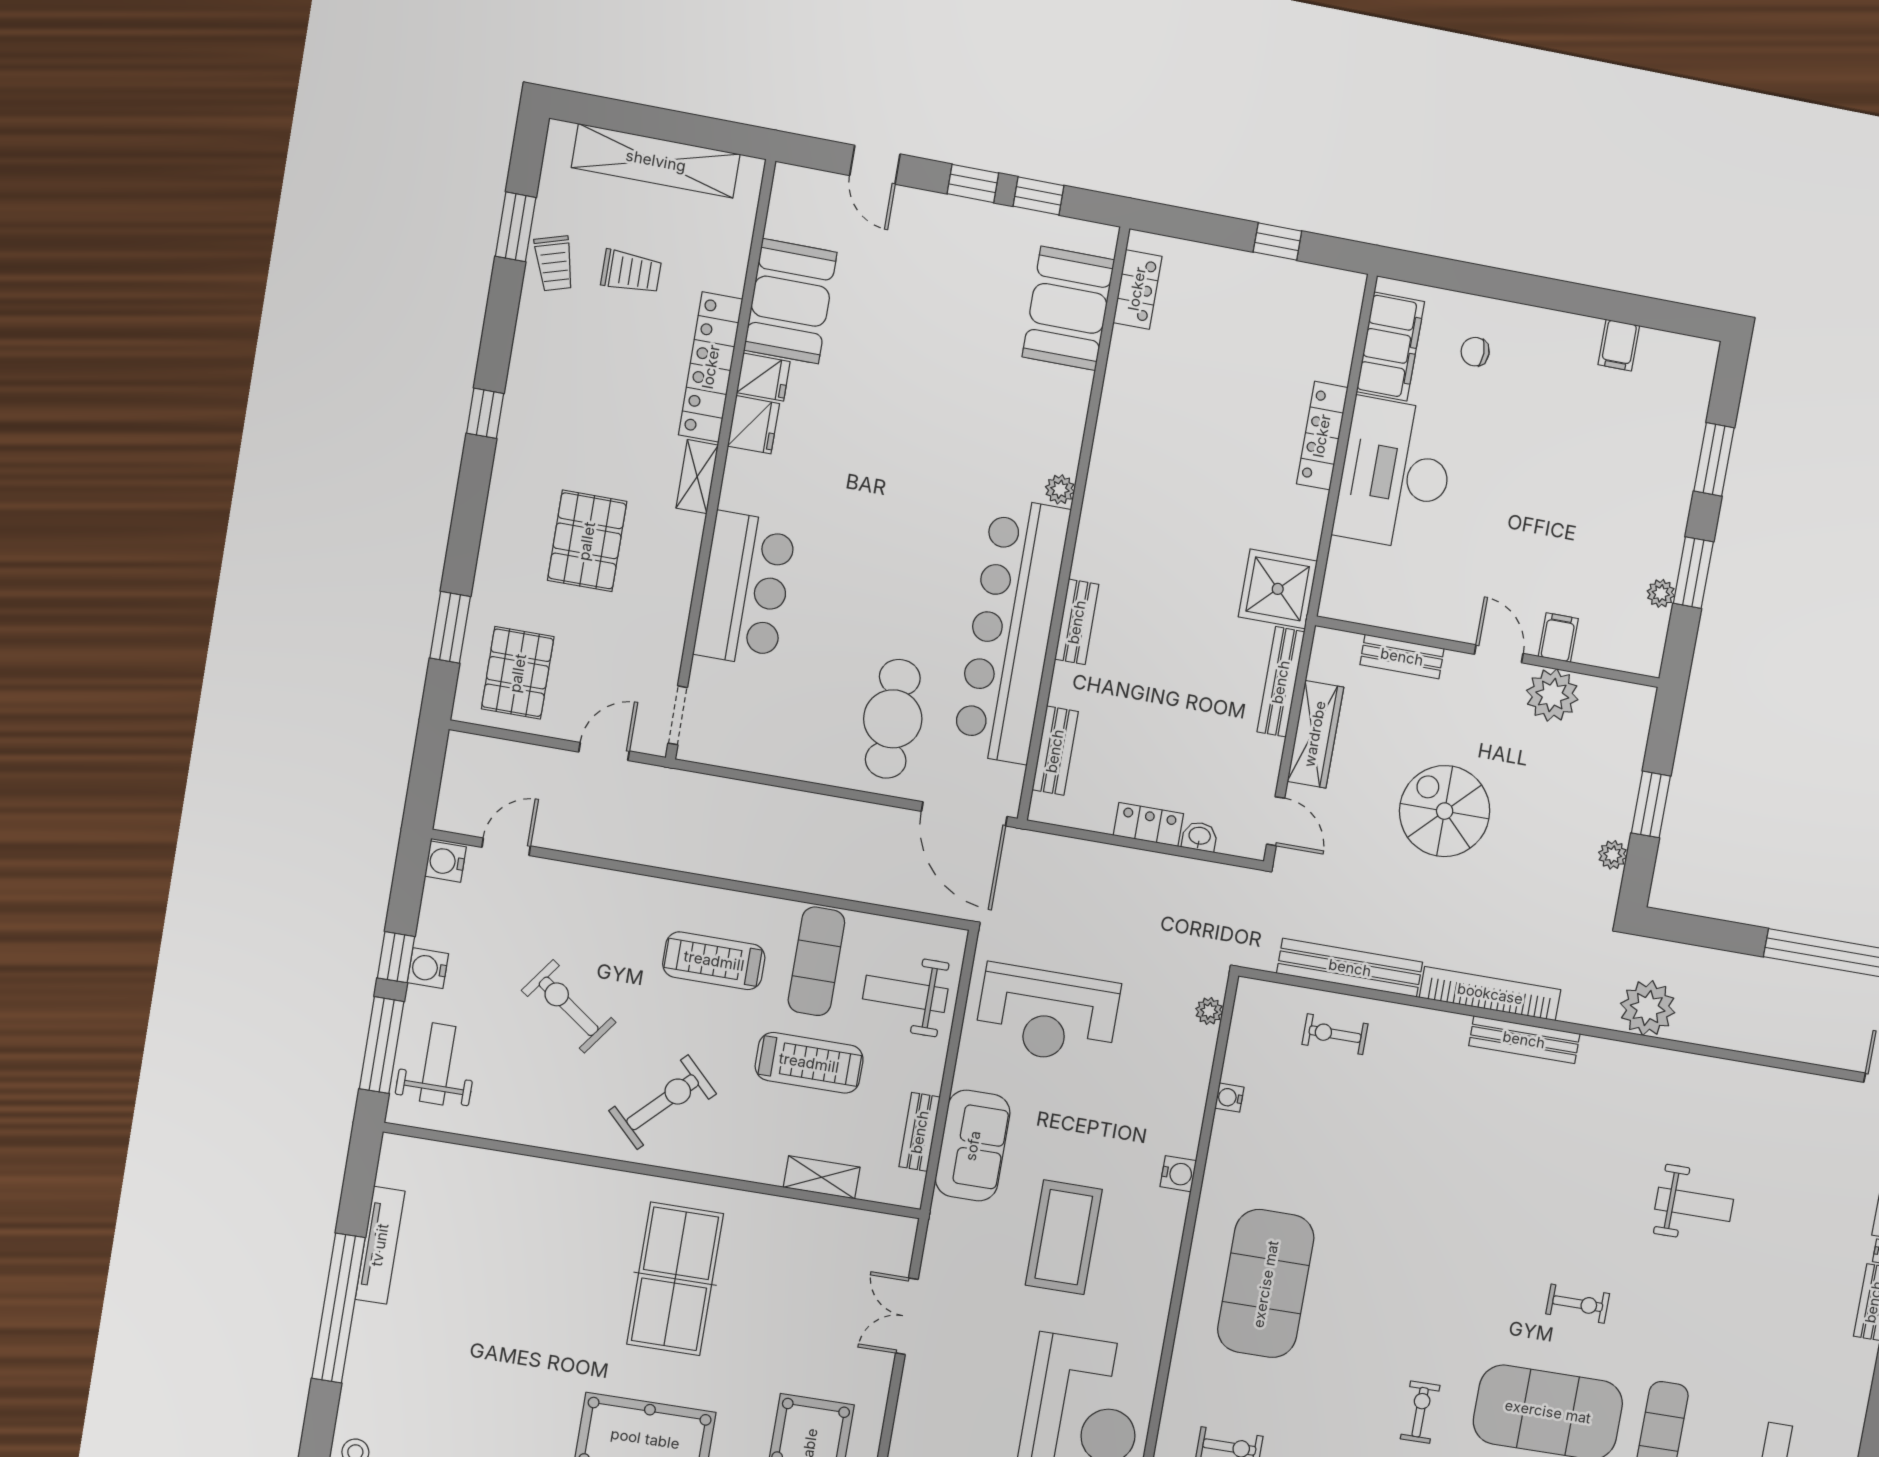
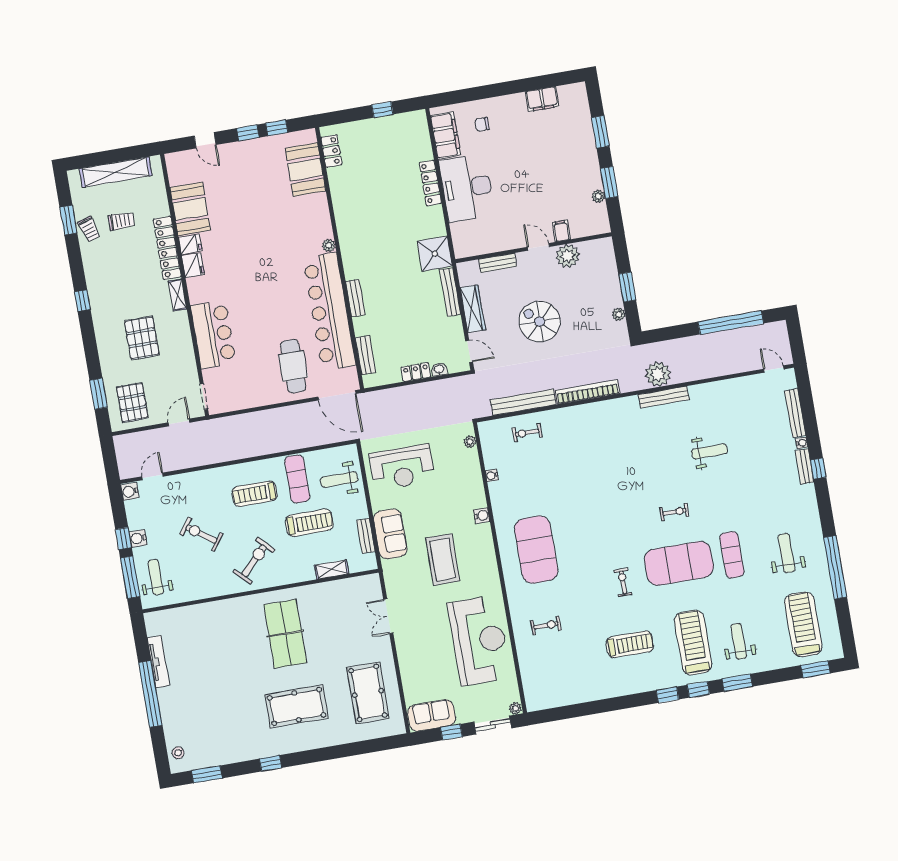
filing cabinet: (1619, 345) -> (542, 99), width x2.00
bench: (1524, 1040) -> (664, 397), moved

